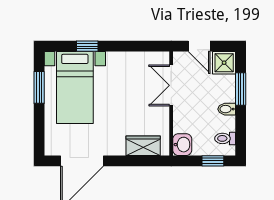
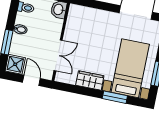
window: (87, 46) -> (115, 97), width x1.50
wardrobe: (143, 146) -> (90, 81), moved, turned 180

